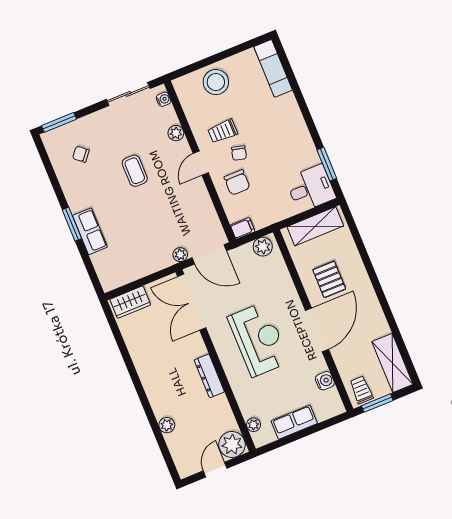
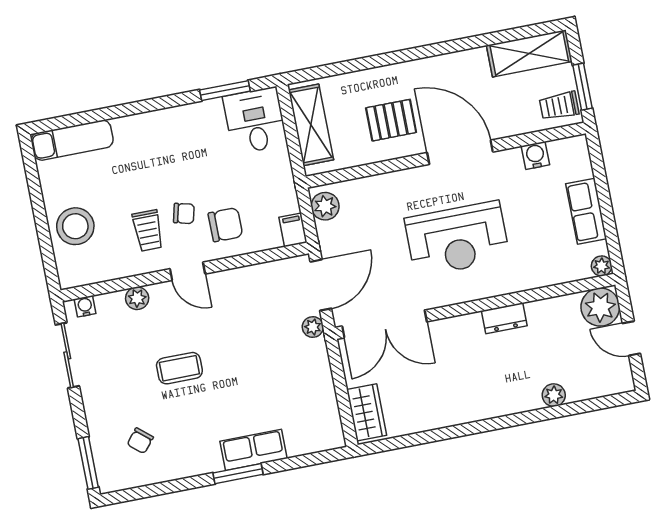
reception desk: (258, 340) -> (457, 239), turned 180
dresser: (209, 376) -> (504, 318), width x0.70
plant: (253, 425) -> (602, 266), moved

